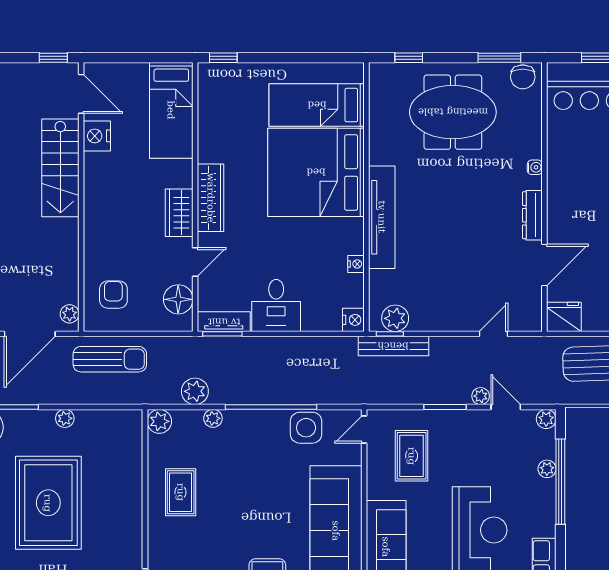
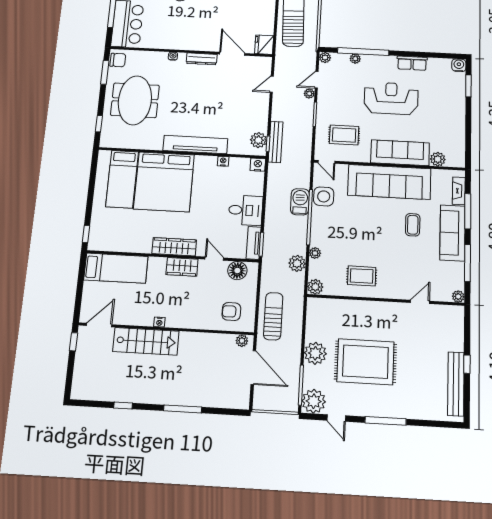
nightstand: (97, 136) -> (159, 322), moved, width x0.53, depth x0.56
door: (493, 334) -> (272, 84), hinge flipped
barbecue: (295, 391) -> (300, 202), added
plant: (65, 418) -> (315, 353), width x1.87, depth x1.87

